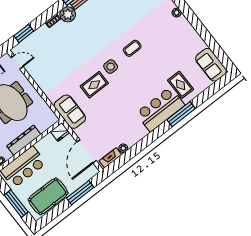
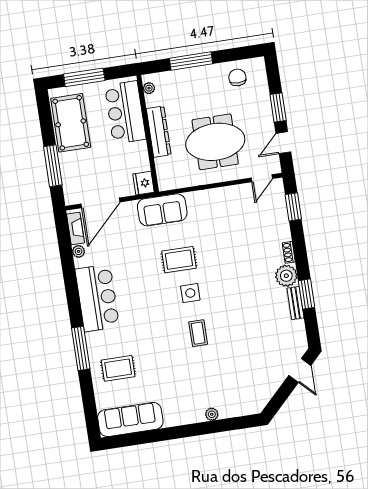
sofa: (211, 65) -> (130, 419), width x1.36
rug: (94, 85) -> (179, 260), turned 90
bar counter: (160, 109) -> (97, 298), moved
door: (86, 151) -> (100, 203), swing flipped

